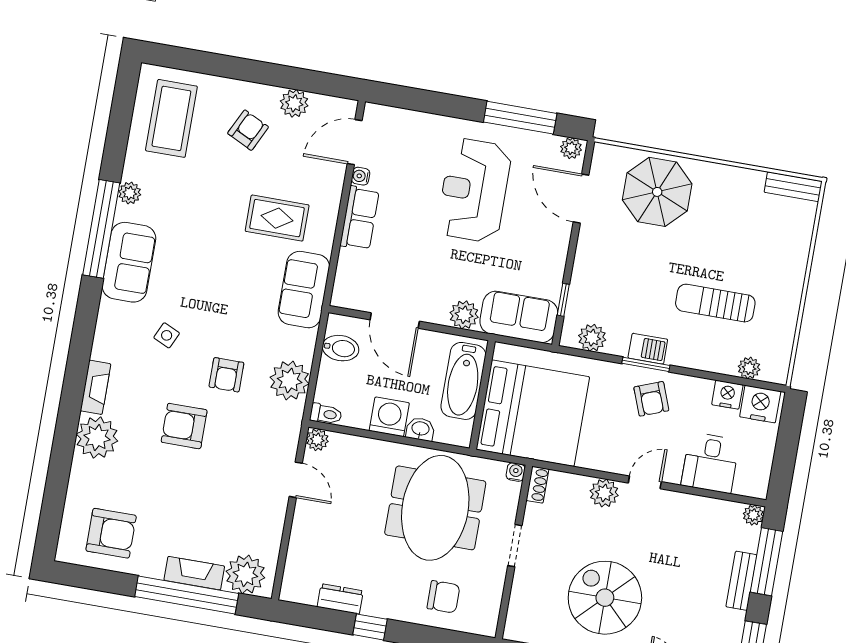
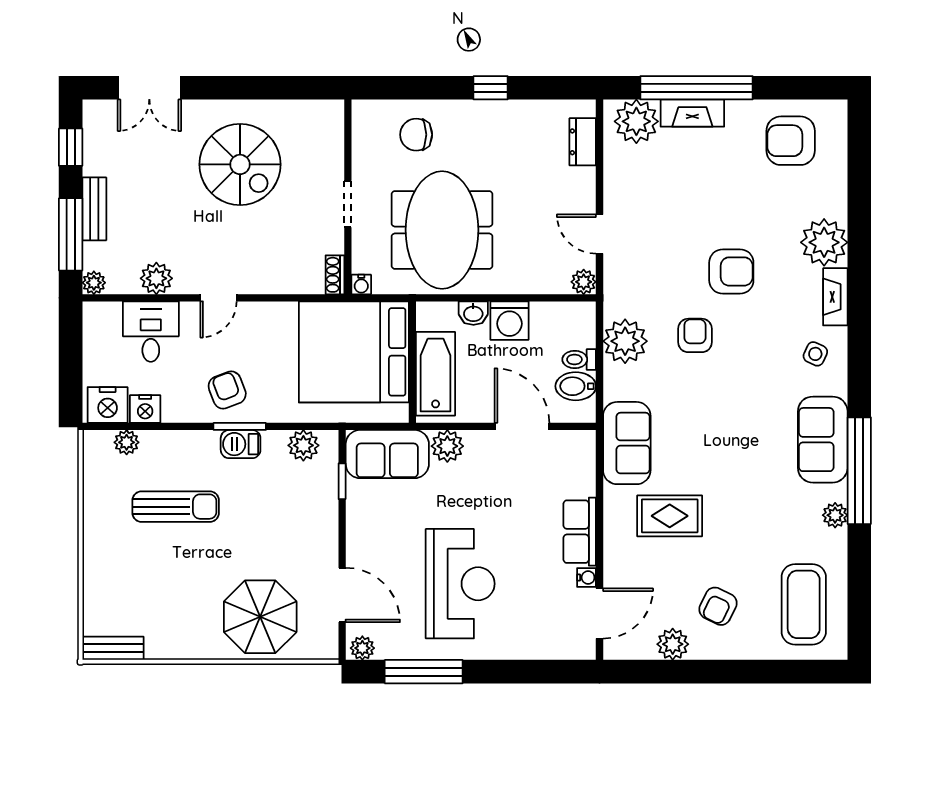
side table: (167, 335) -> (815, 354), moved
toilet: (326, 414) -> (579, 359), moved
plant: (604, 493) -> (156, 278), moved
dresser: (340, 599) -> (583, 142), moved, turned 90

